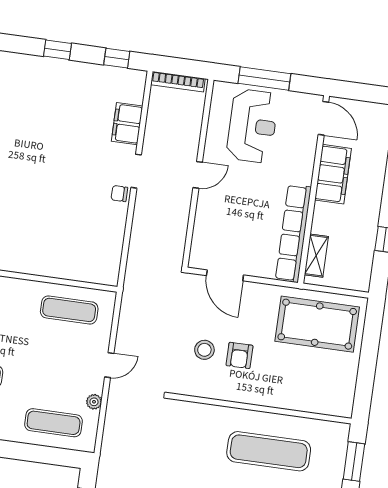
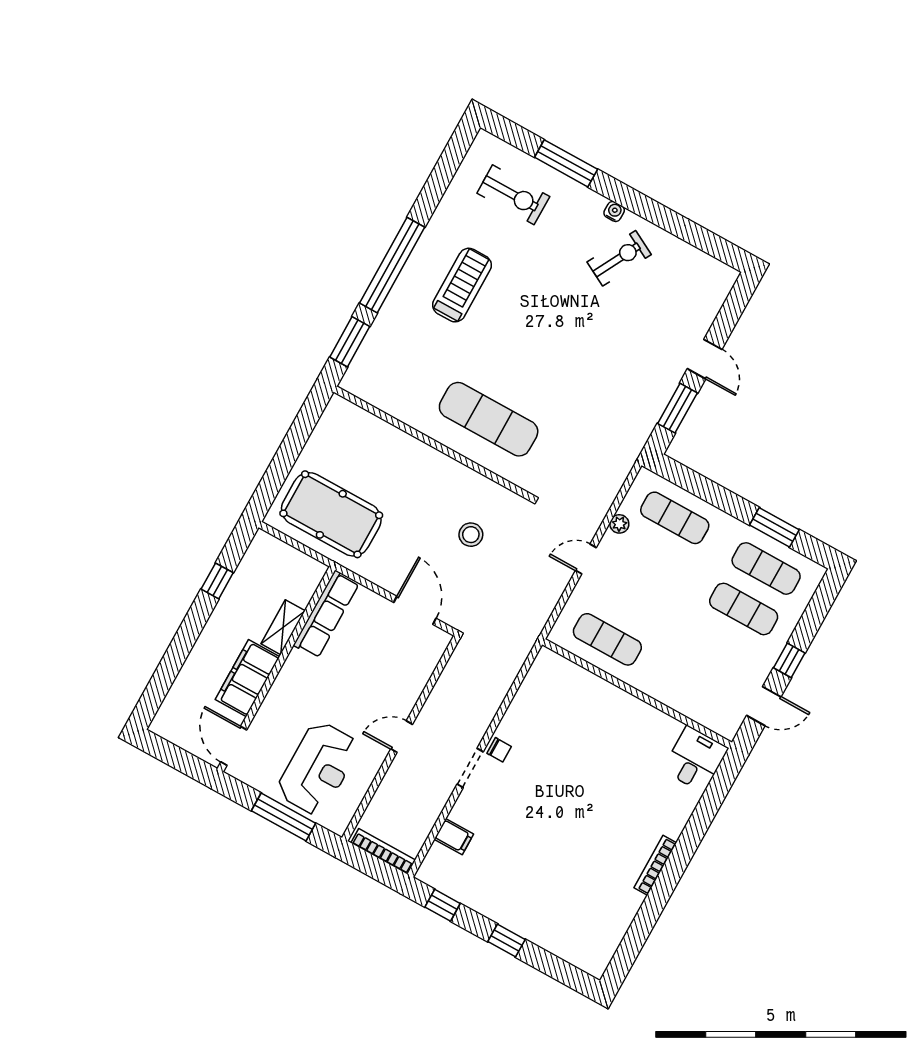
filing cabinet: (127, 124) -> (454, 837), width x0.50
reception desk: (252, 126) -> (318, 768), turned 180
row of seats: (293, 233) -> (326, 614), width x0.73
shelving: (316, 256) -> (283, 627), moved
armchair: (239, 355) -> (433, 513), removed
exercise mat: (269, 451) -> (489, 419), moved

